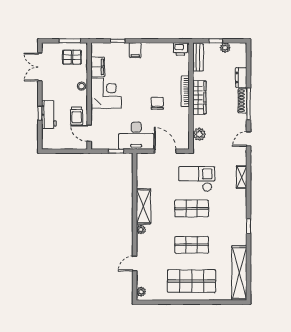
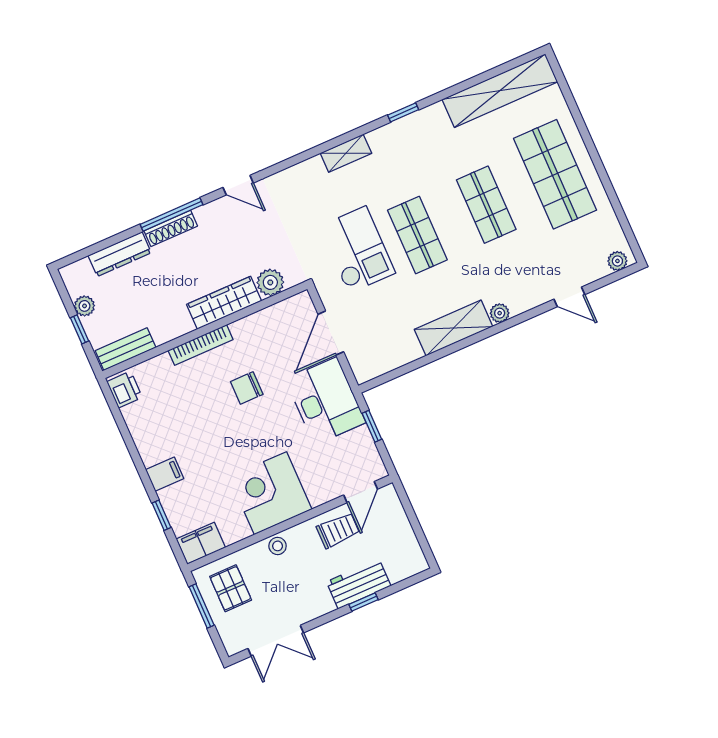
filing cabinet: (98, 67) -> (201, 543), moved
dresser: (241, 78) -> (120, 254), width x1.44
wardrobe: (199, 97) -> (224, 303), moved
shelving: (242, 177) -> (346, 153), moved
checkout: (197, 179) -> (357, 250), turned 180

